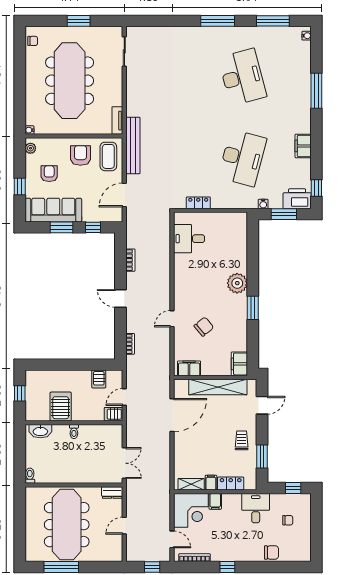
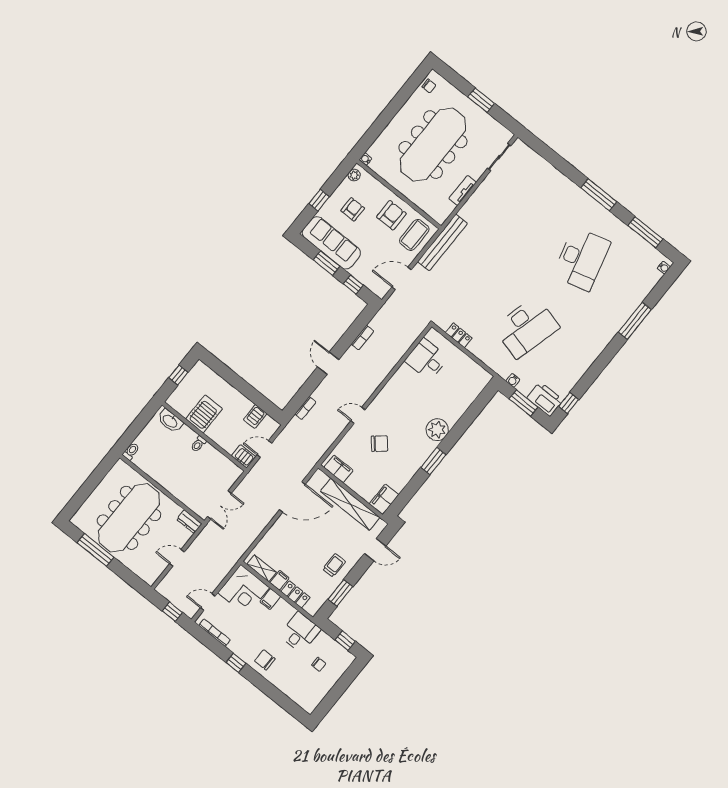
tv unit: (117, 121) -> (463, 190), moved
filing cabinet: (303, 146) -> (586, 358), removed
door: (172, 539) -> (208, 602), swing flipped
chair: (271, 552) -> (265, 660), moved, turned 180

